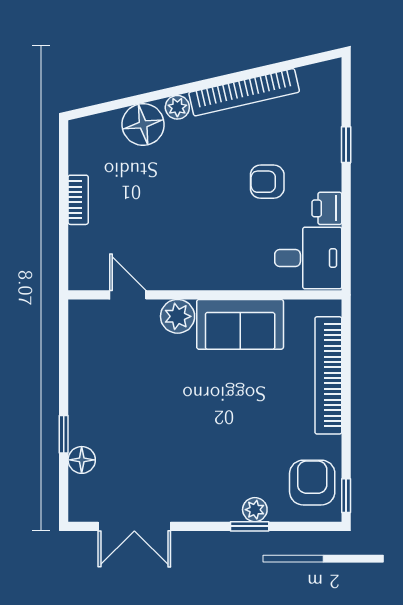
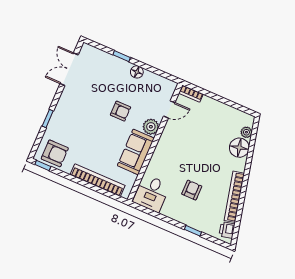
plant: (177, 107) -> (246, 132), moved
bookcase: (78, 200) -> (191, 94), moved
printer: (327, 208) -> (227, 230), moved, turned -103
armchair: (173, 389) -> (120, 111), added
floor lamp: (82, 460) -> (137, 72), moved
plant: (255, 510) -> (54, 124), removed

